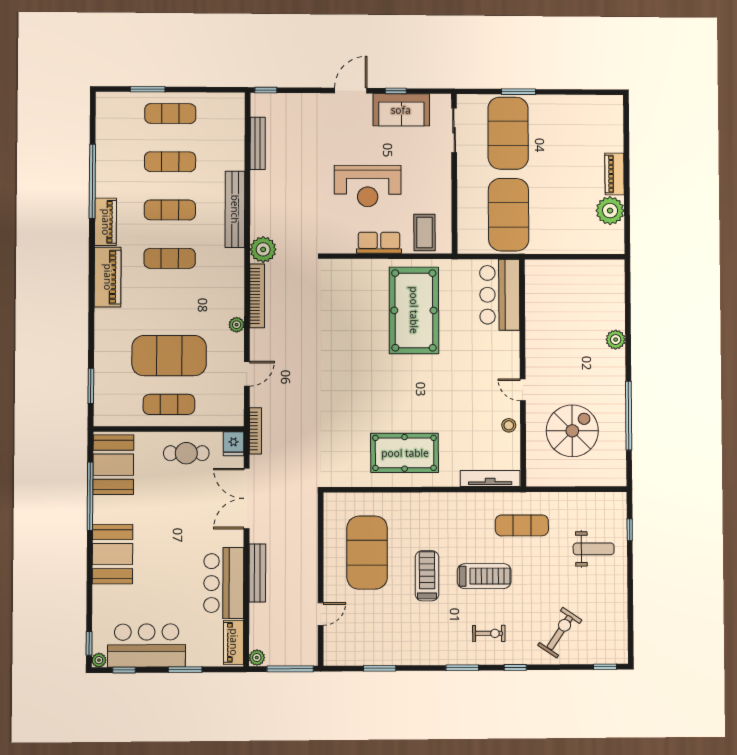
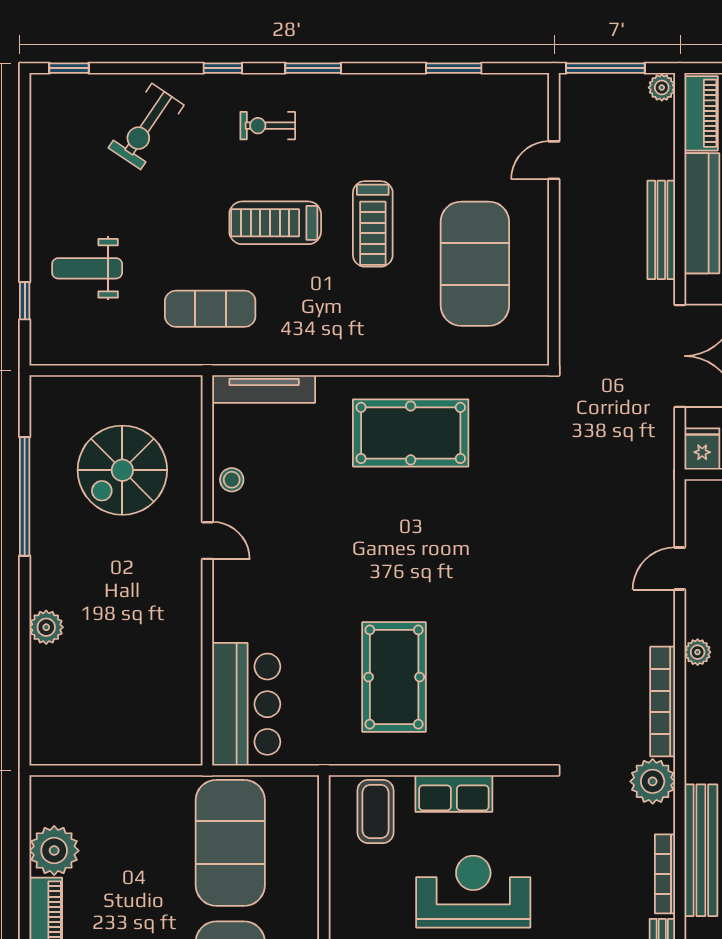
pool table: (414, 310) -> (394, 677), width x0.73, depth x0.76
bookcase: (255, 431) -> (665, 874), moved

